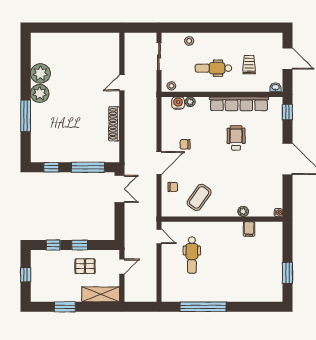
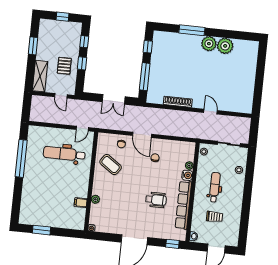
water cooler: (178, 103) -> (187, 175), moved
double door: (119, 189) -> (114, 99), moved
dental chair: (192, 255) -> (64, 154), width x1.36, depth x1.38

